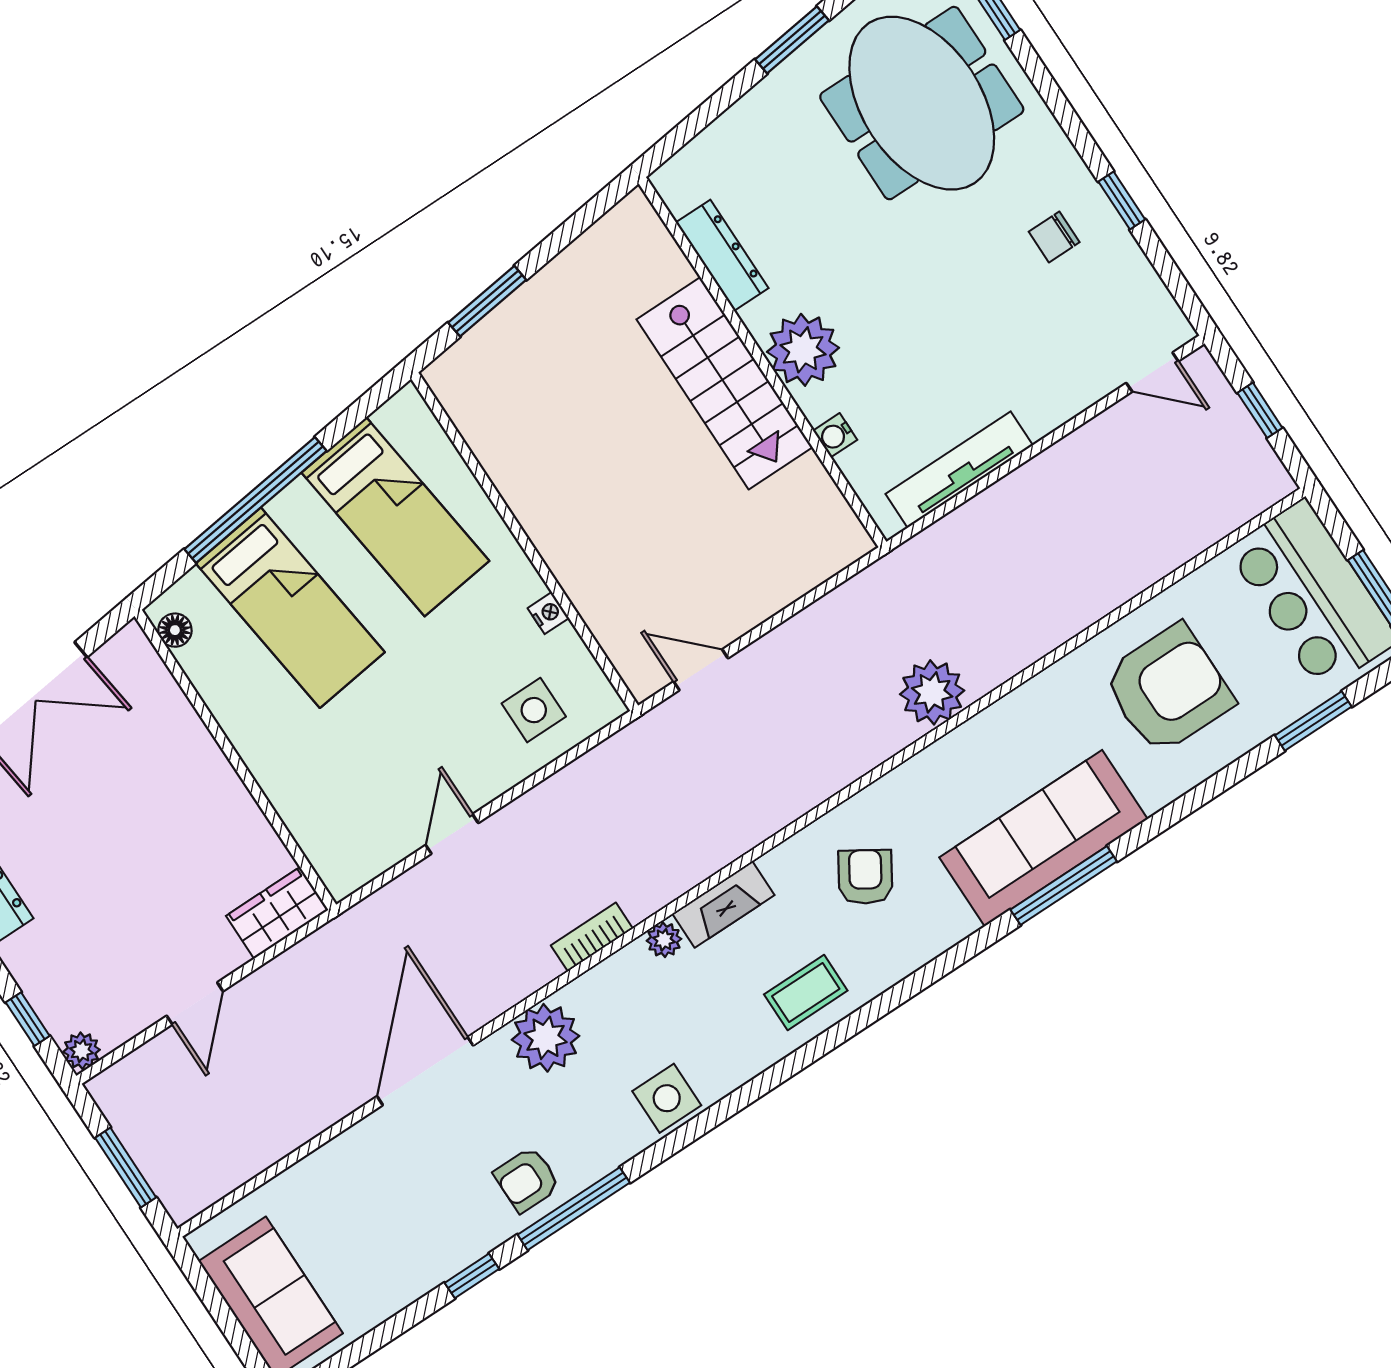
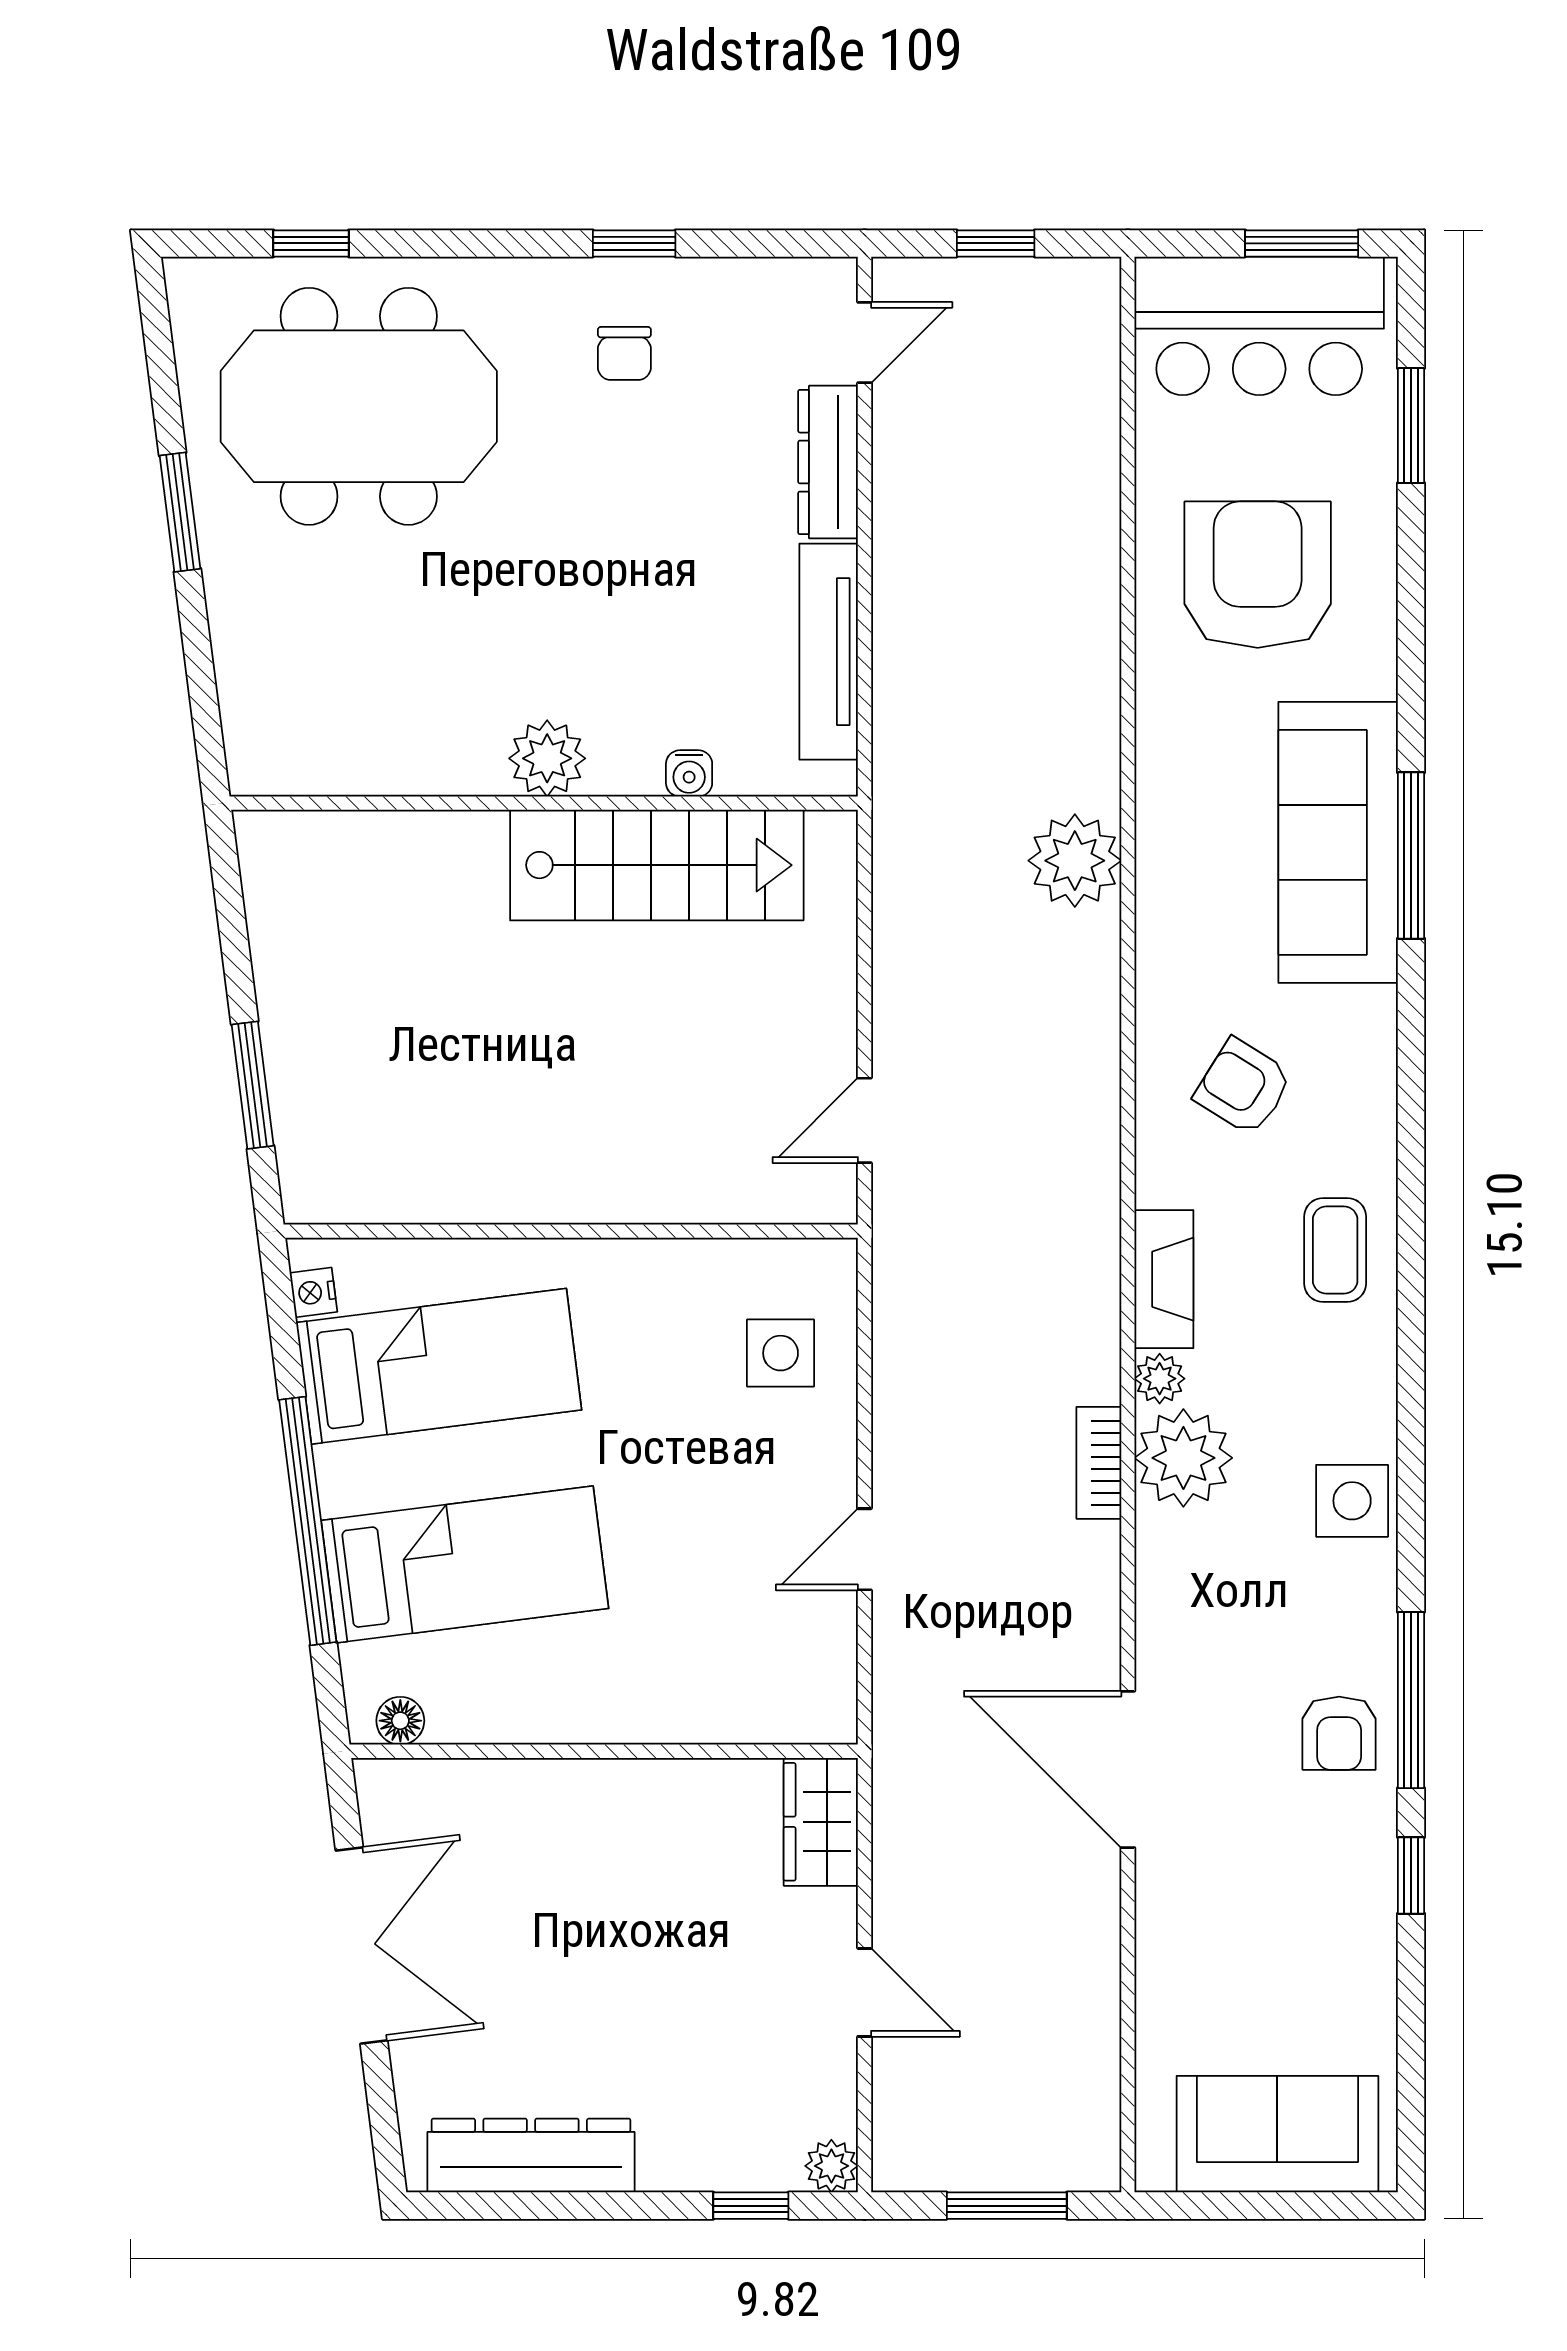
dresser: (722, 255) -> (828, 462), moved, turned -90
plant: (803, 350) -> (547, 758), width x0.73, depth x0.73
stairs: (725, 383) -> (657, 865), moved
nightstand: (548, 613) -> (313, 1292), moved, turned -97
door: (452, 834) -> (865, 1549), hinge flipped
plant: (545, 1038) -> (1183, 1458), moved

